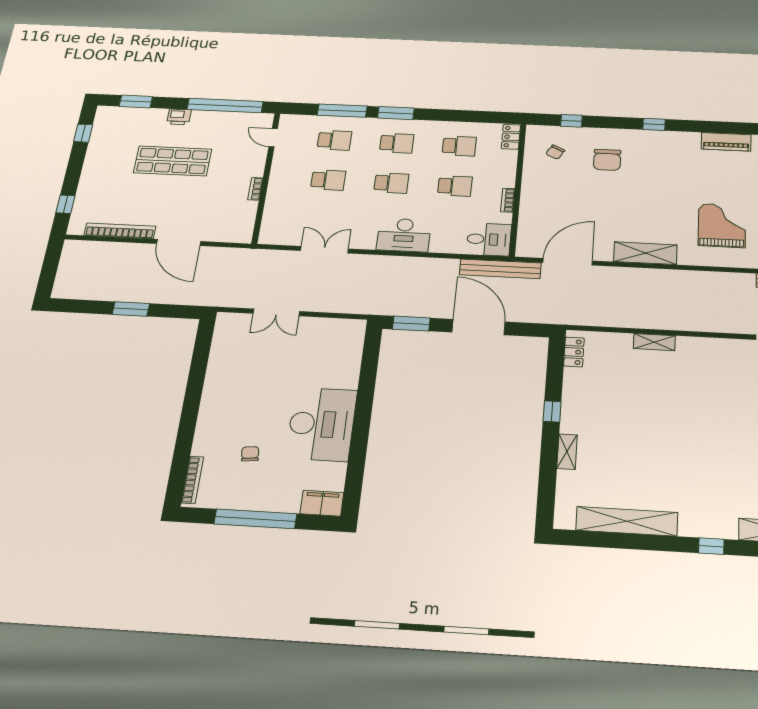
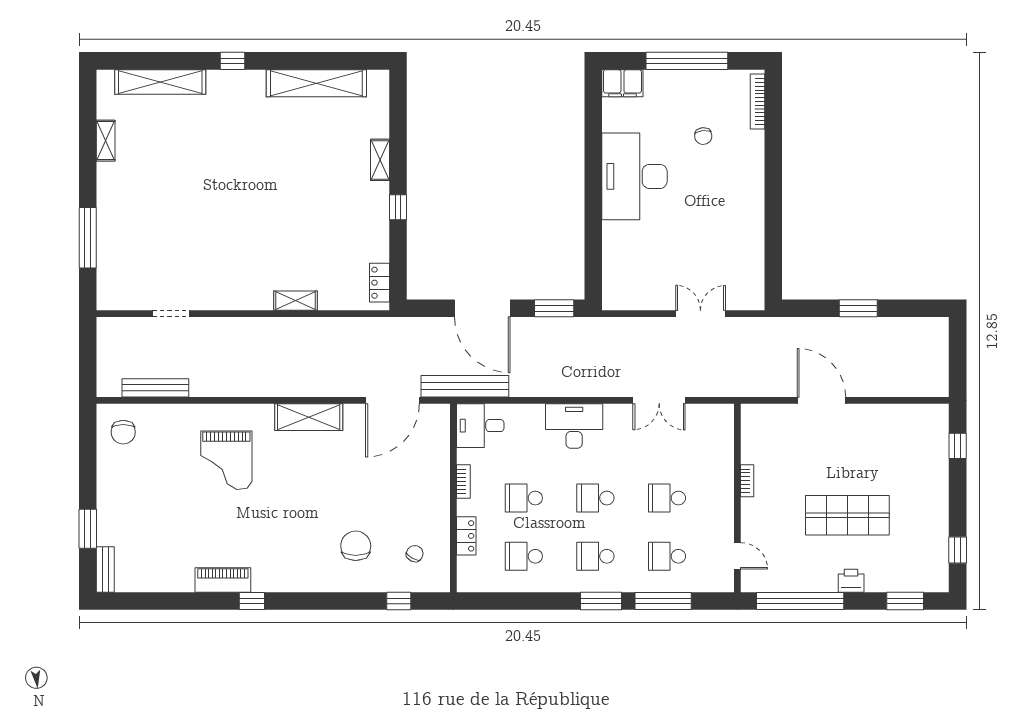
window: (654, 124) -> (252, 601), moved
locker: (511, 137) -> (466, 536), moved
bookcase: (120, 231) -> (889, 412), removed

